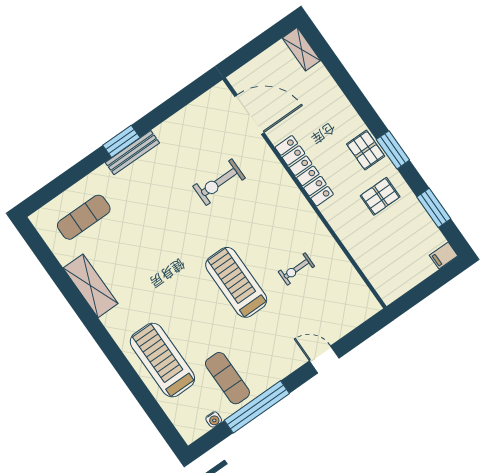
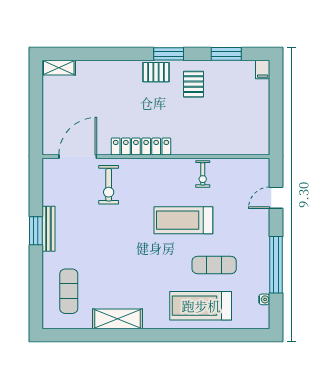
door: (249, 114) -> (78, 157), moved
locker: (304, 171) -> (141, 146), moved
wall: (305, 193) -> (156, 157), moved
exercise mat: (227, 378) -> (214, 265), moved

